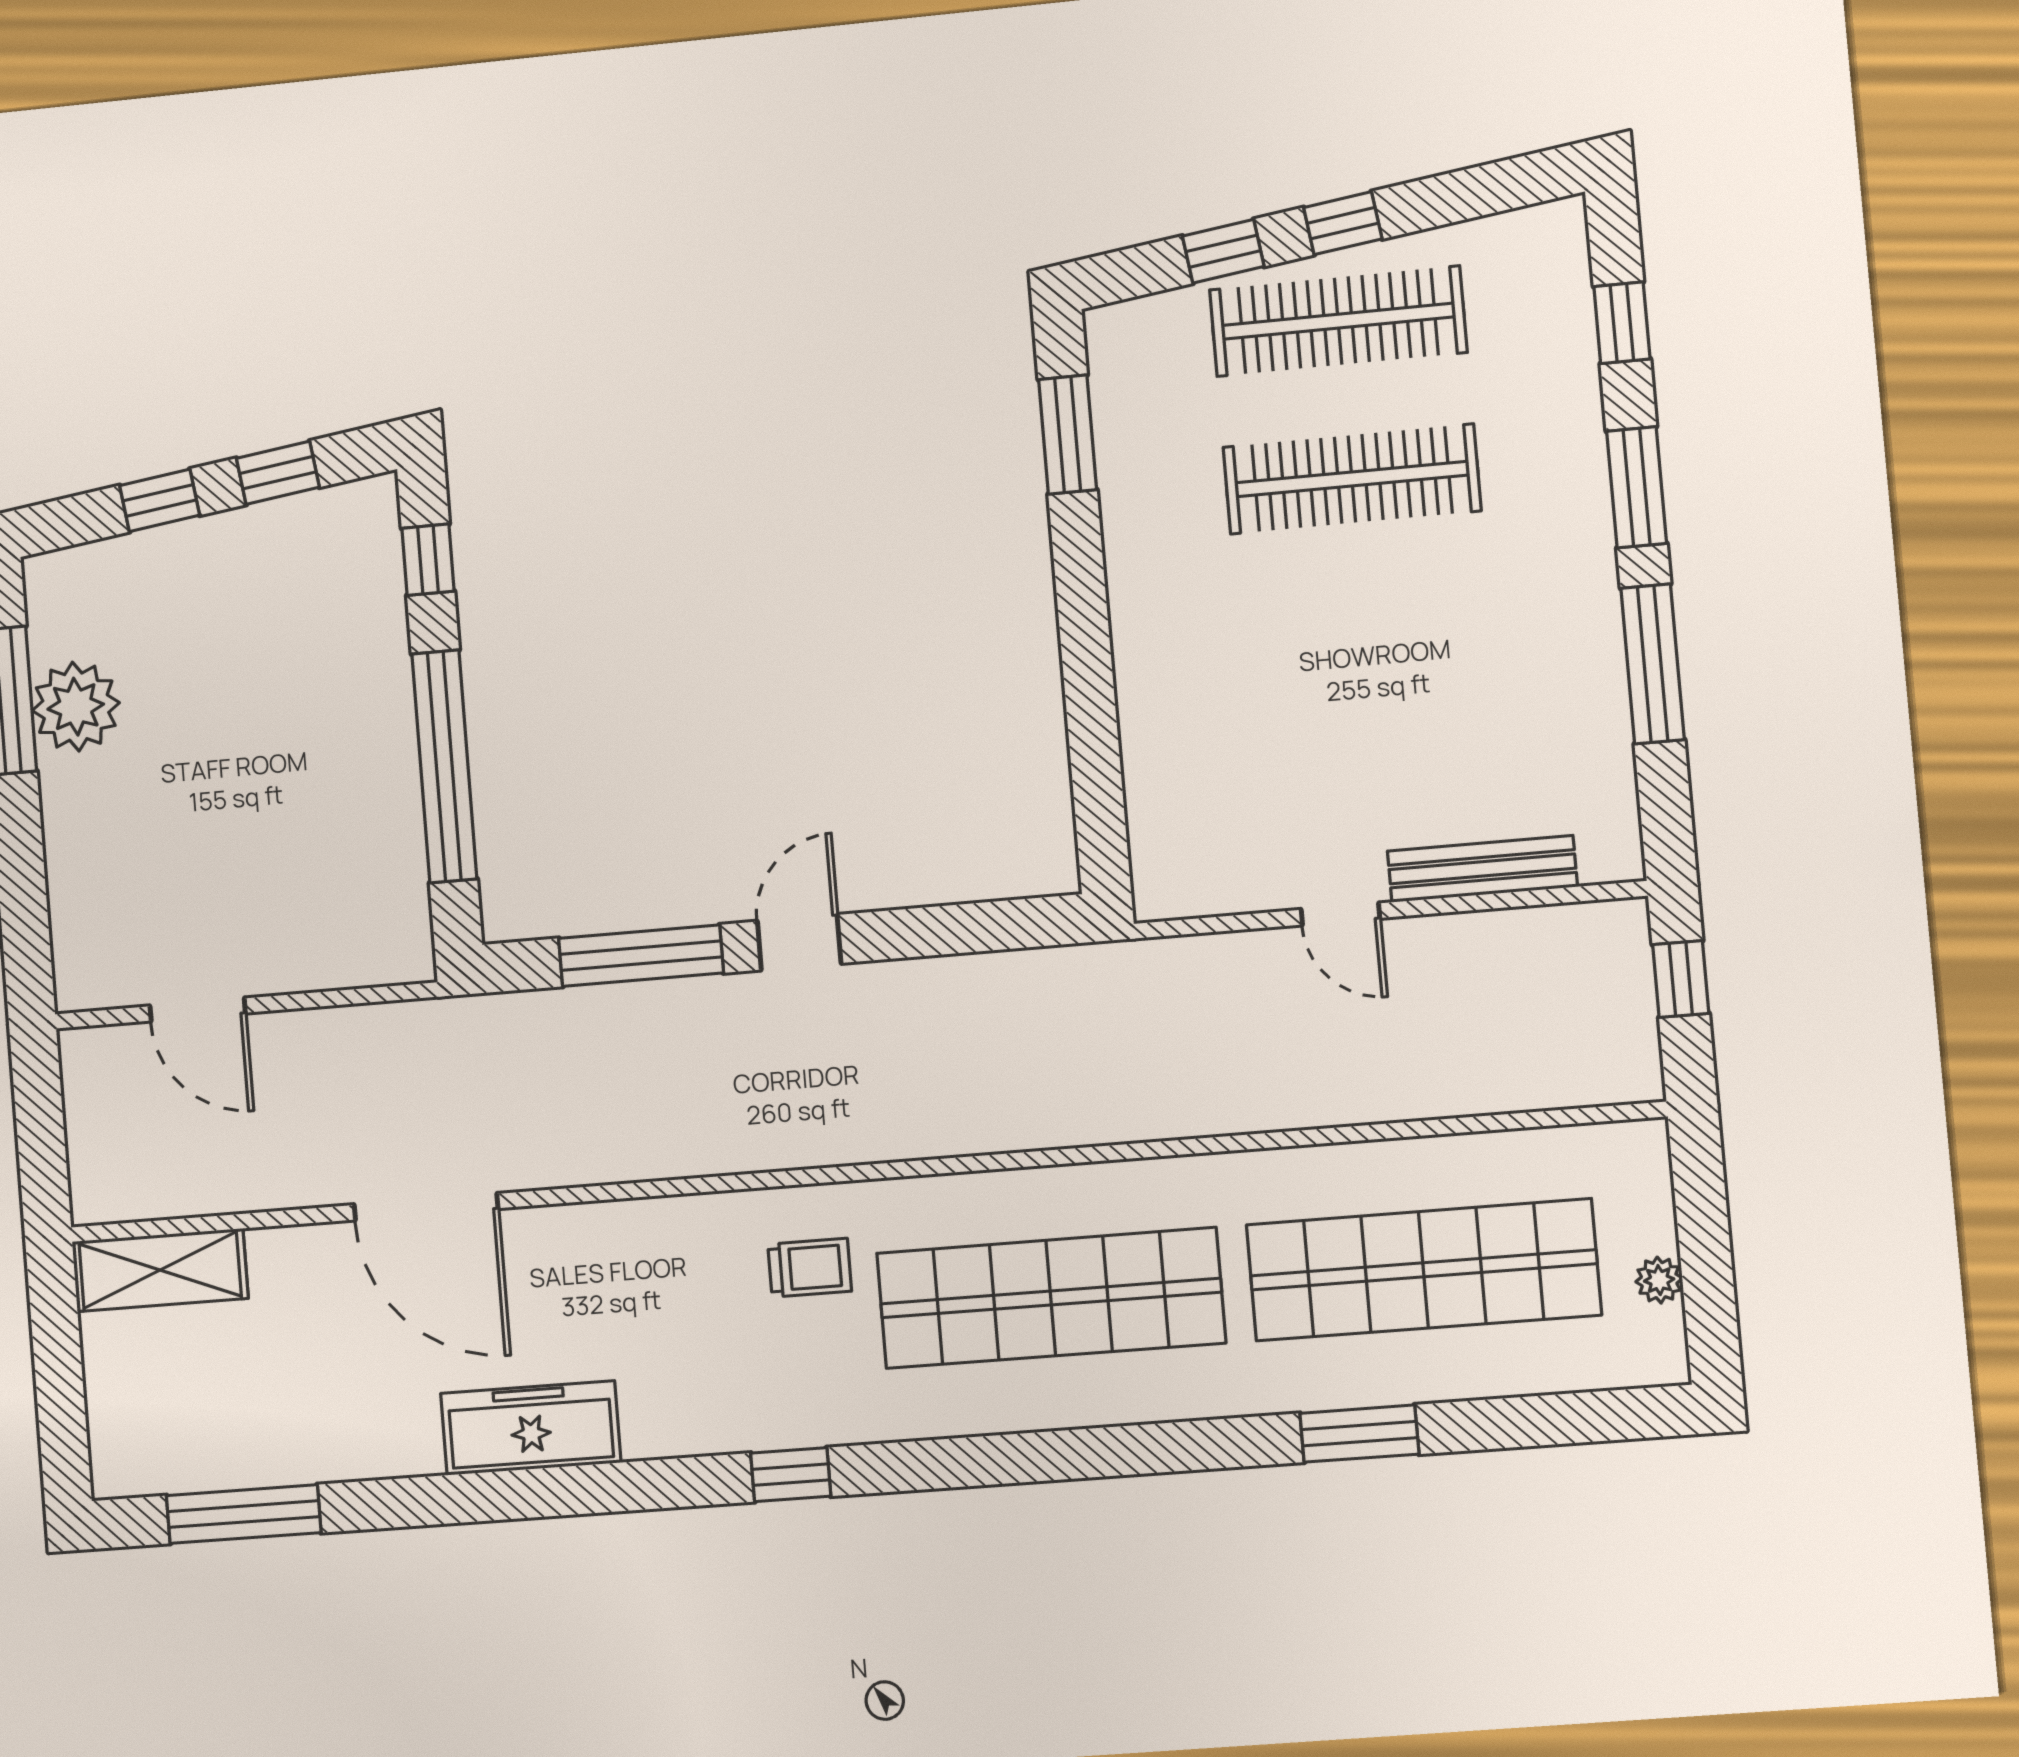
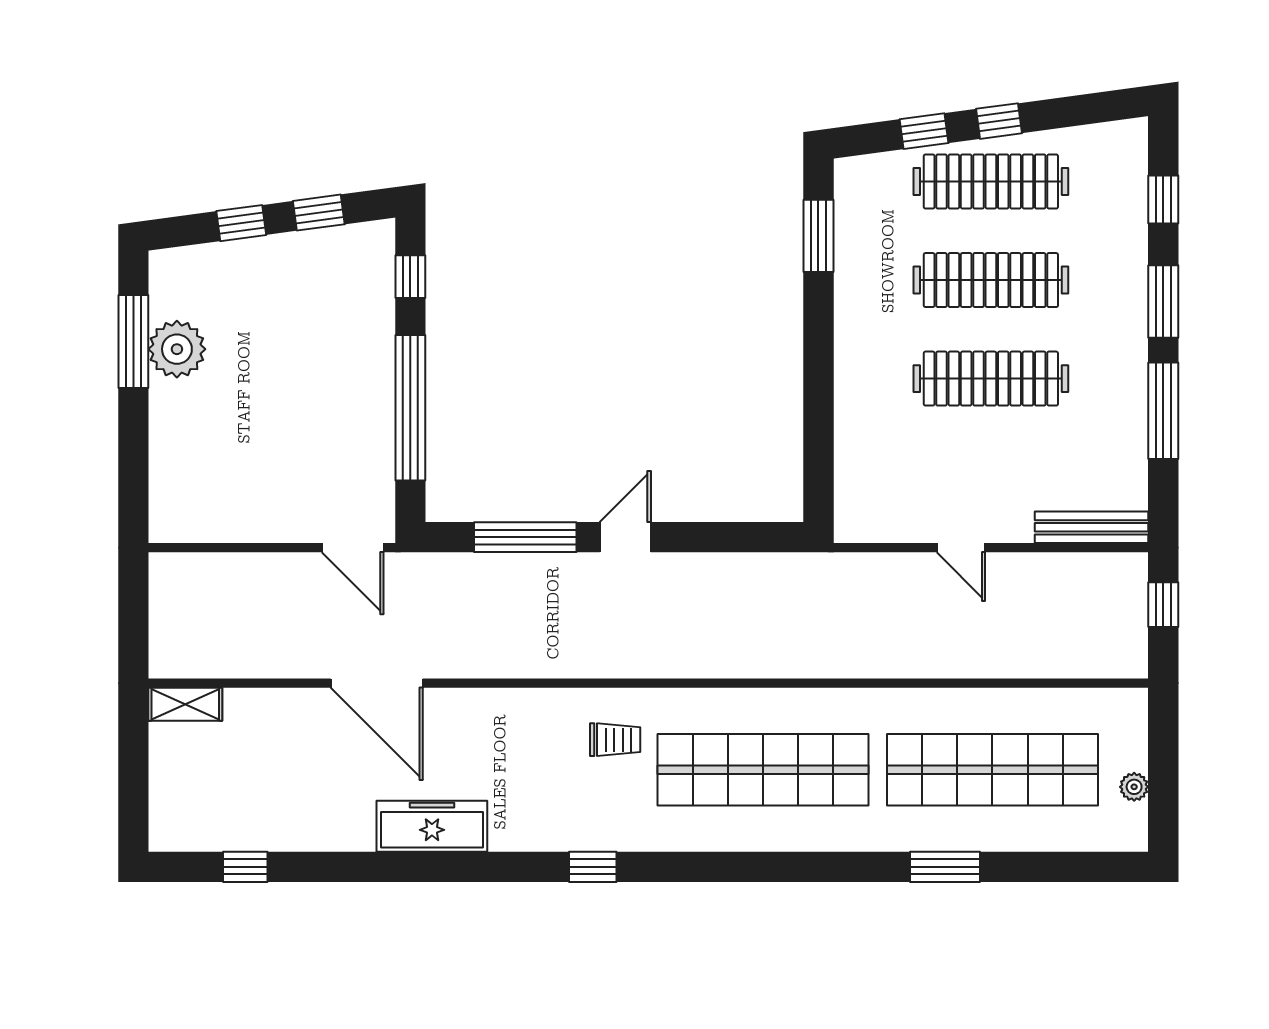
clothes rail: (1366, 637) -> (991, 379), added
bench: (1482, 869) -> (1092, 527), moved
door: (198, 1010) -> (353, 548), moved
shelving: (160, 1270) -> (185, 704), width x0.67, depth x0.75
window: (244, 1514) -> (245, 867), width x0.46

